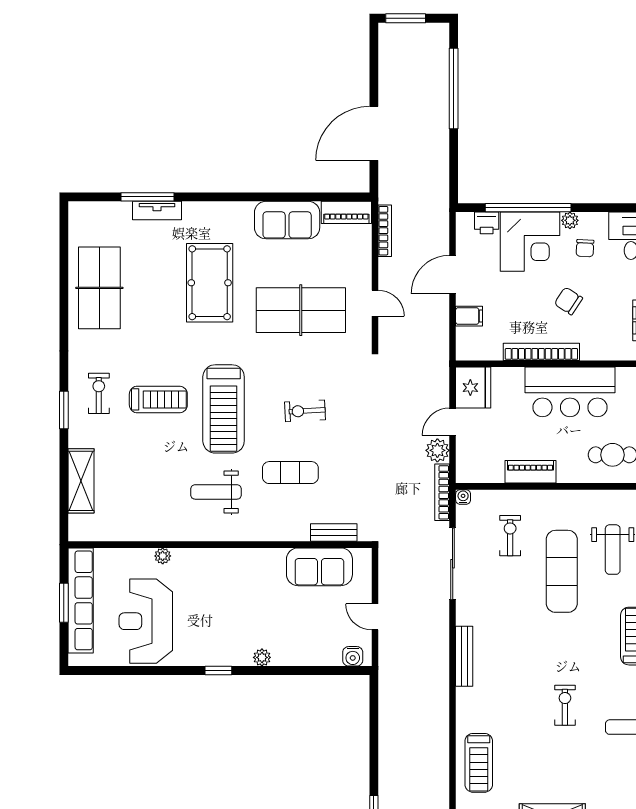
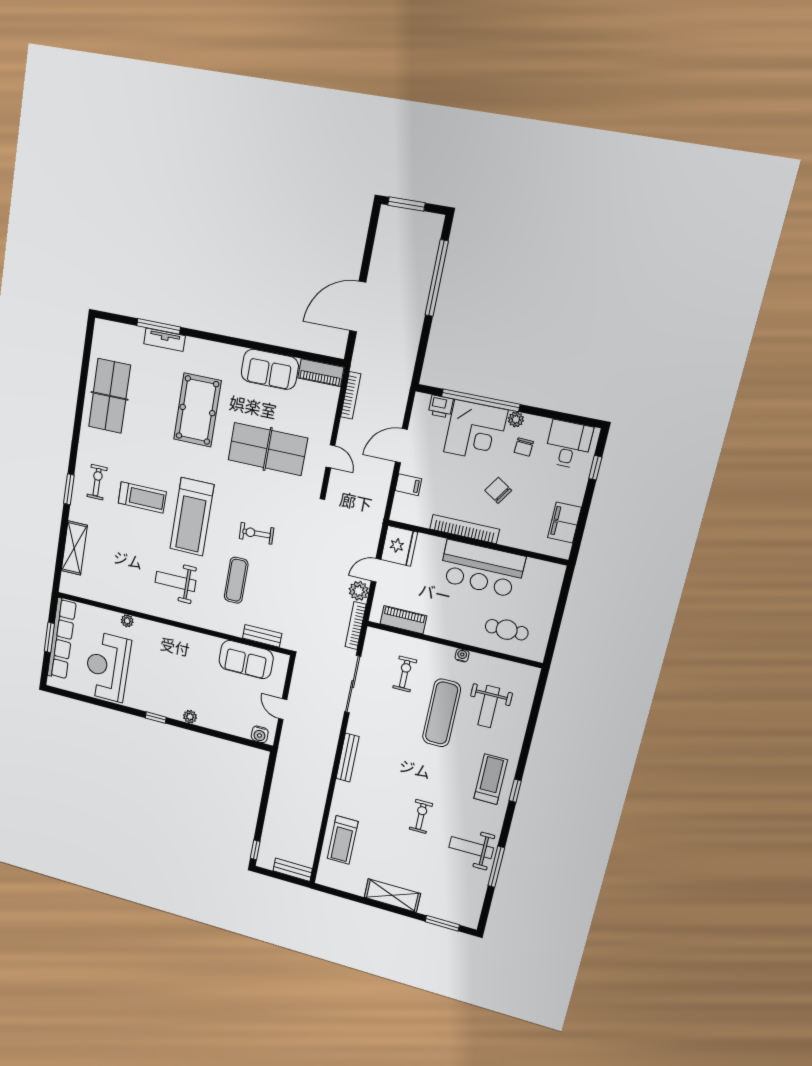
piano: (530, 472) -> (403, 620), moved
exercise mat: (290, 473) -> (236, 580), turned 90
water cooler: (463, 497) -> (462, 655), moved

